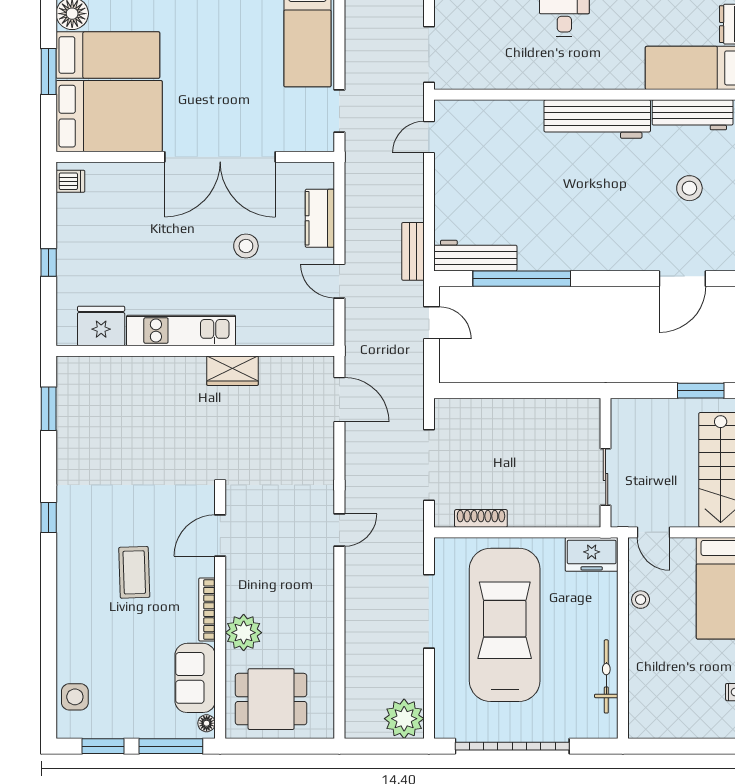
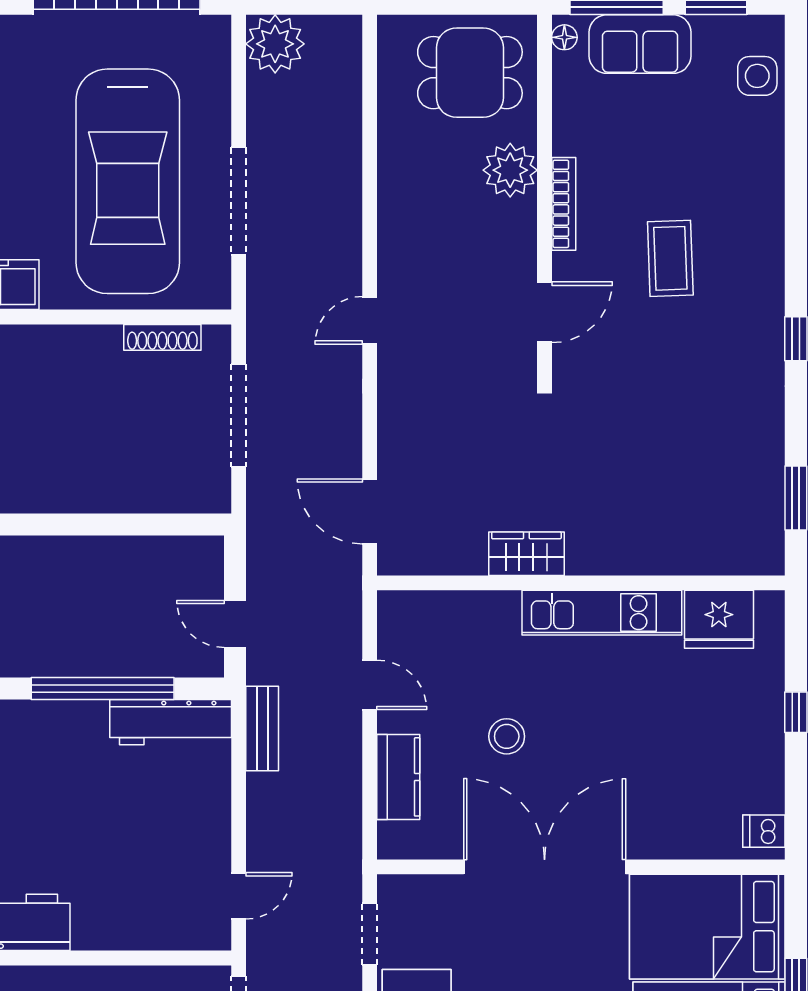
sofa: (195, 678) -> (640, 44), moved, turned 90

